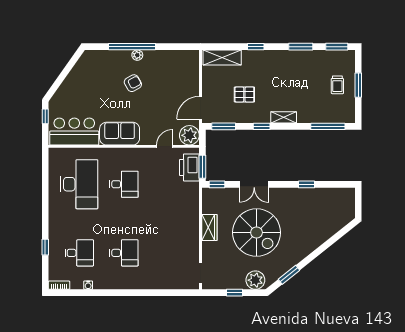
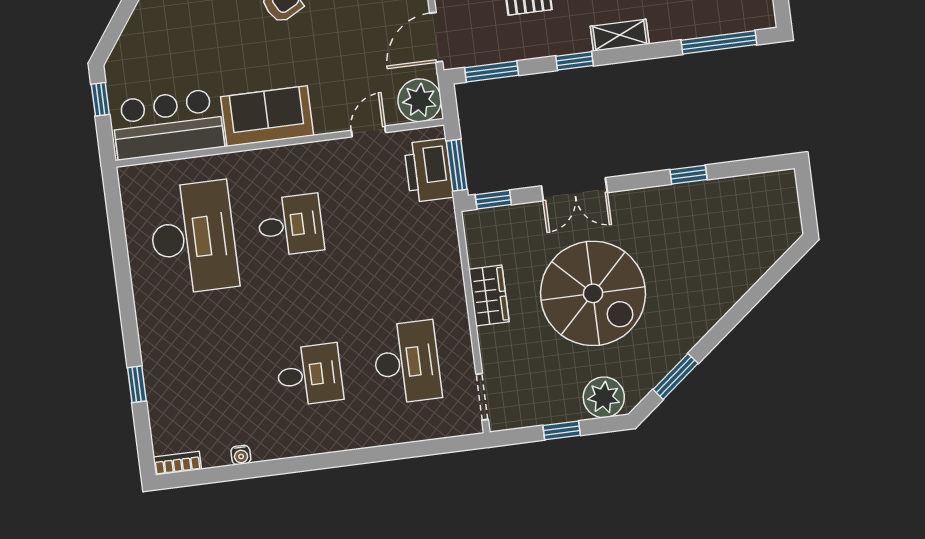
desk: (79, 253) -> (407, 362), moved, width x1.37

